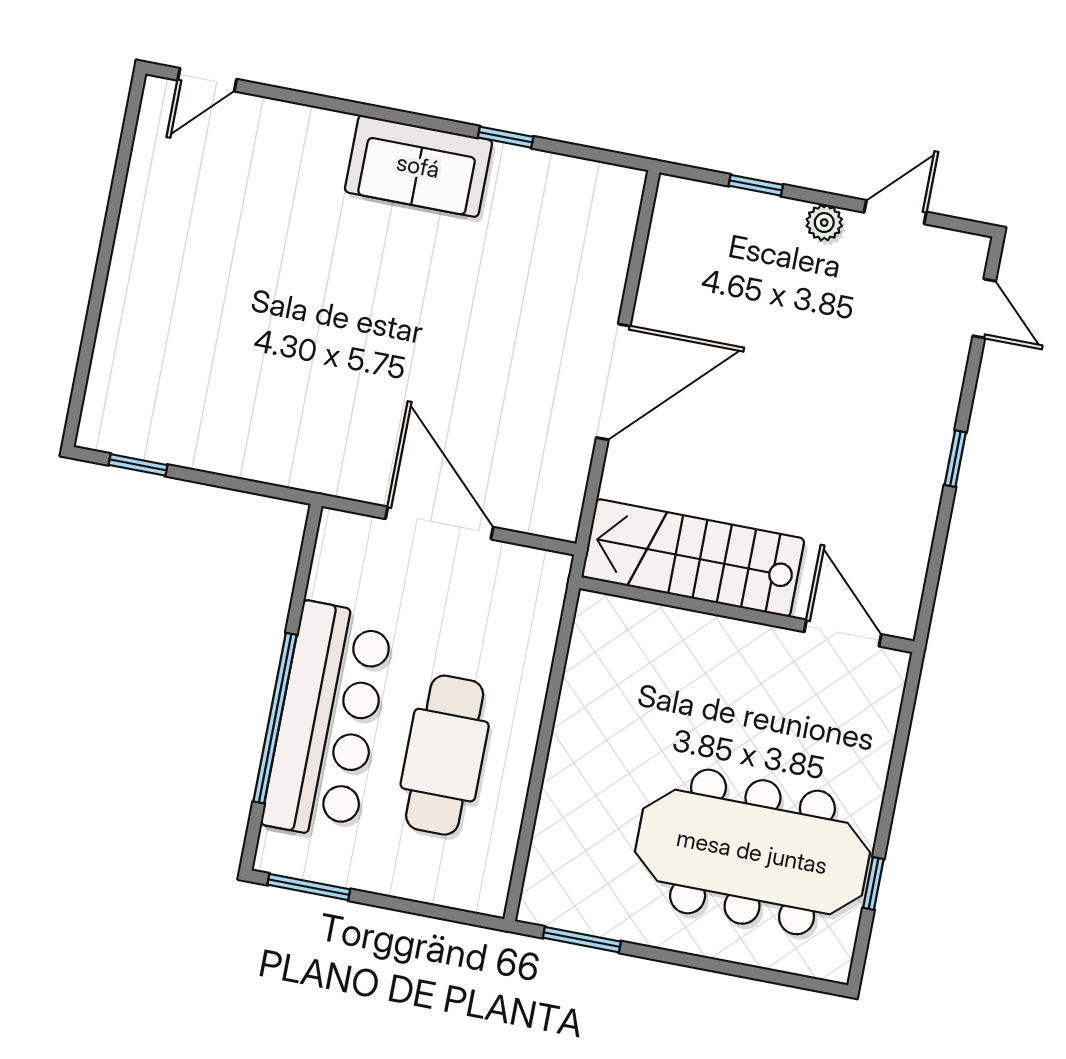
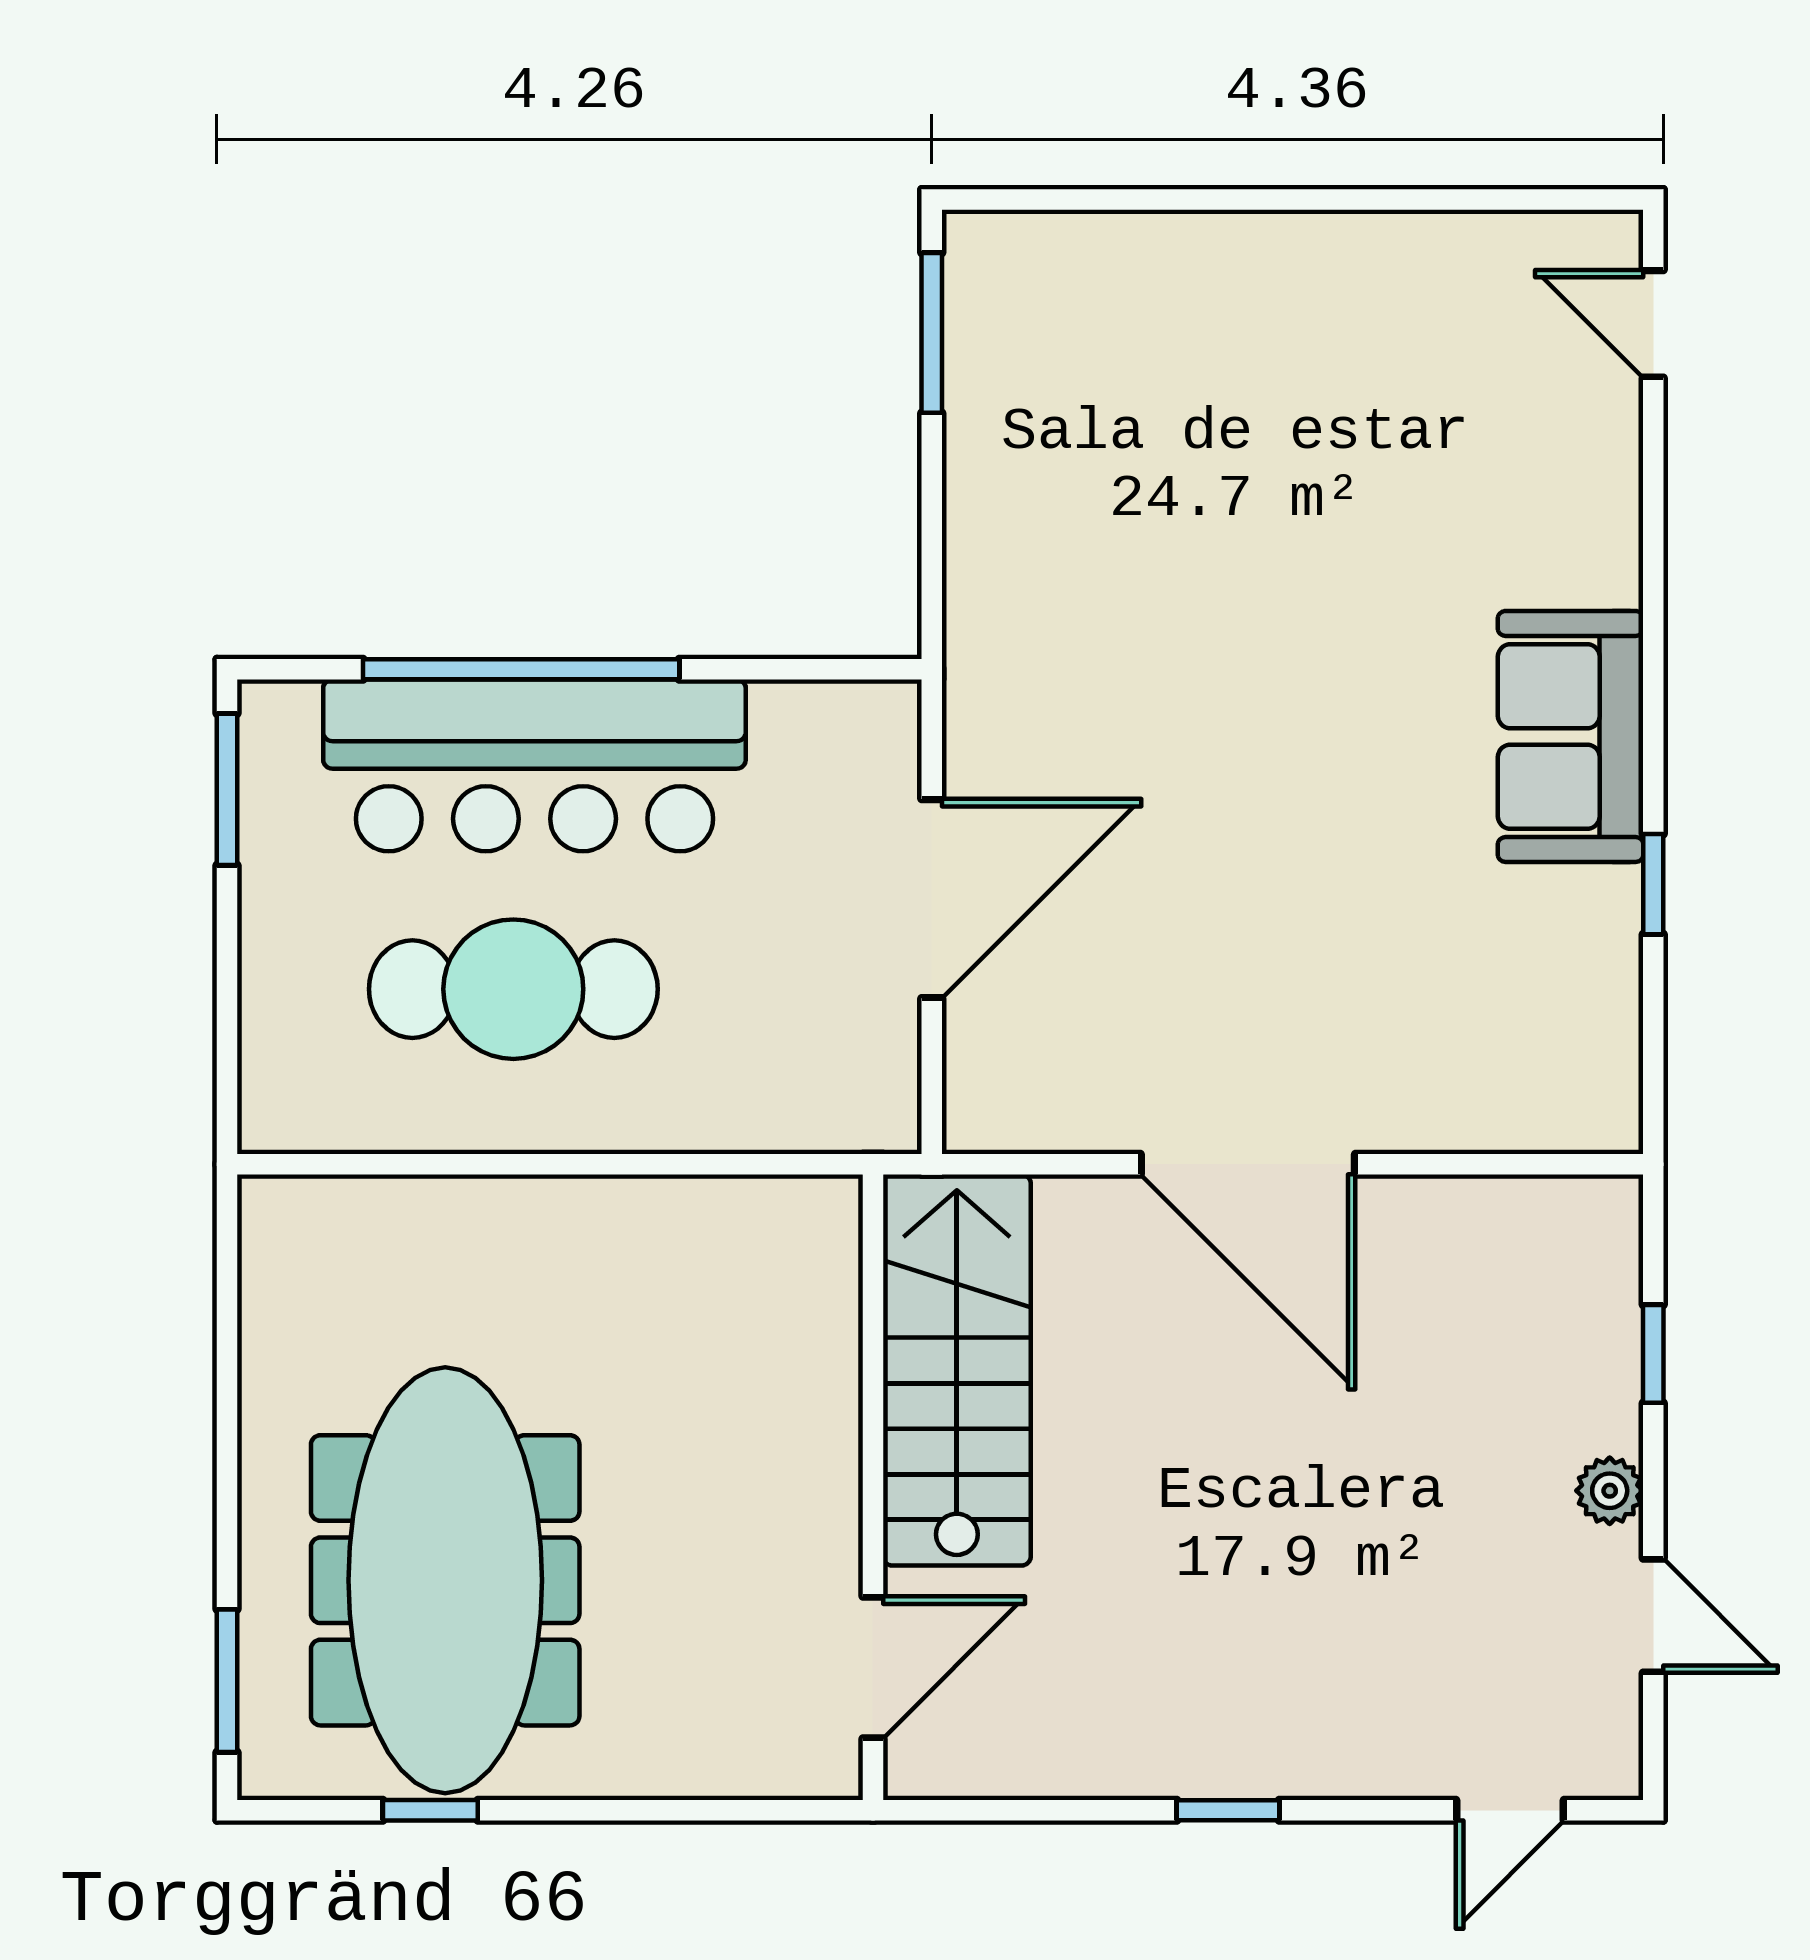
window: (138, 465) -> (932, 333), width x1.50
window: (582, 940) -> (227, 1681), moved

